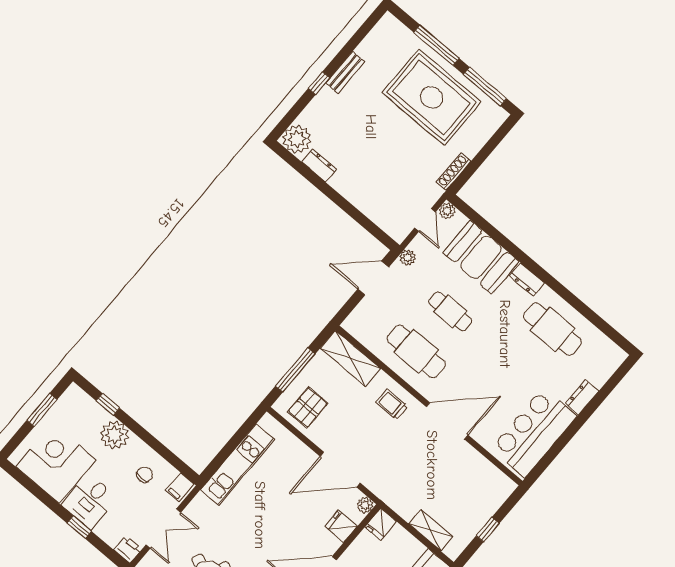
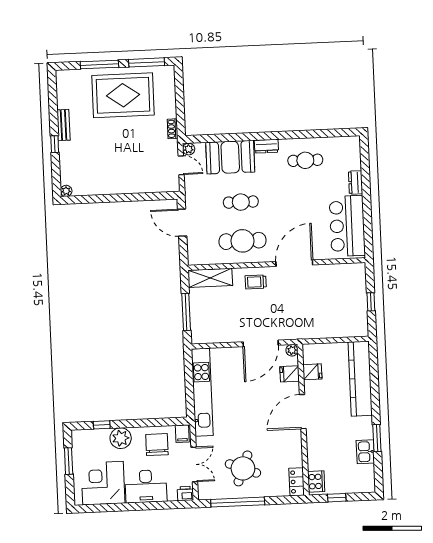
plant: (297, 139) -> (66, 191), width x0.53, depth x0.53
dresser: (319, 165) -> (96, 189), removed
shoe rack: (454, 172) -> (173, 129), width x0.70
plant: (408, 258) -> (191, 194), removed
door: (373, 278) -> (182, 223), hinge flipped
cafe table: (552, 329) -> (305, 160), width x0.73, depth x0.74
pallet: (308, 408) -> (212, 326), removed
kitchen unit: (238, 464) -> (202, 392), width x1.36
chair: (145, 475) -> (157, 445), width x1.87, depth x1.87
desk: (90, 501) -> (146, 486), width x1.37
fridge: (381, 524) -> (312, 372), moved, turned -90
window: (79, 527) -> (148, 506), removed
shelving: (431, 530) -> (340, 331), removed

